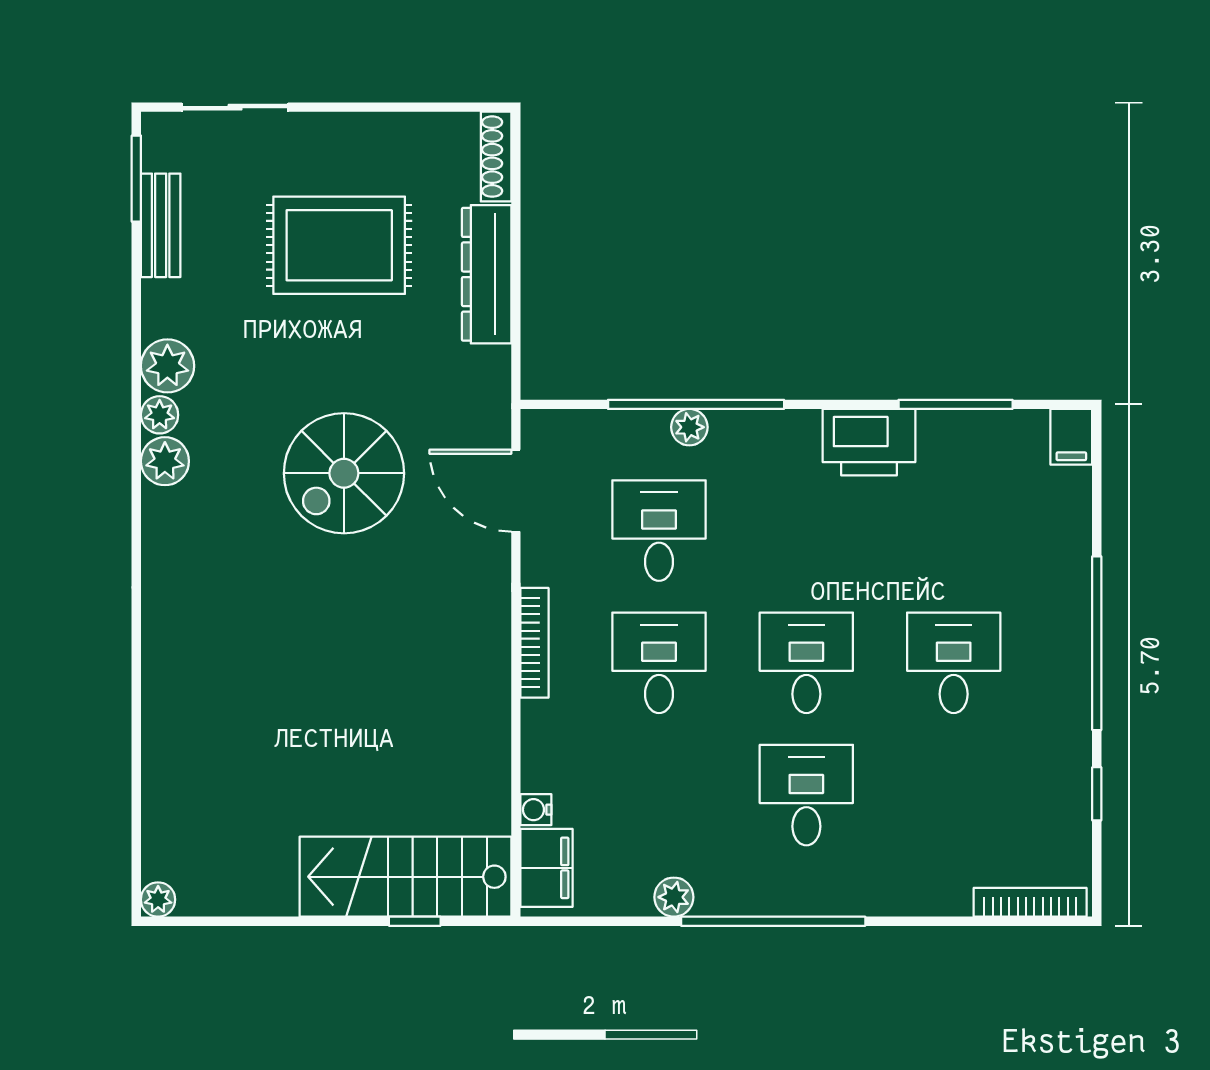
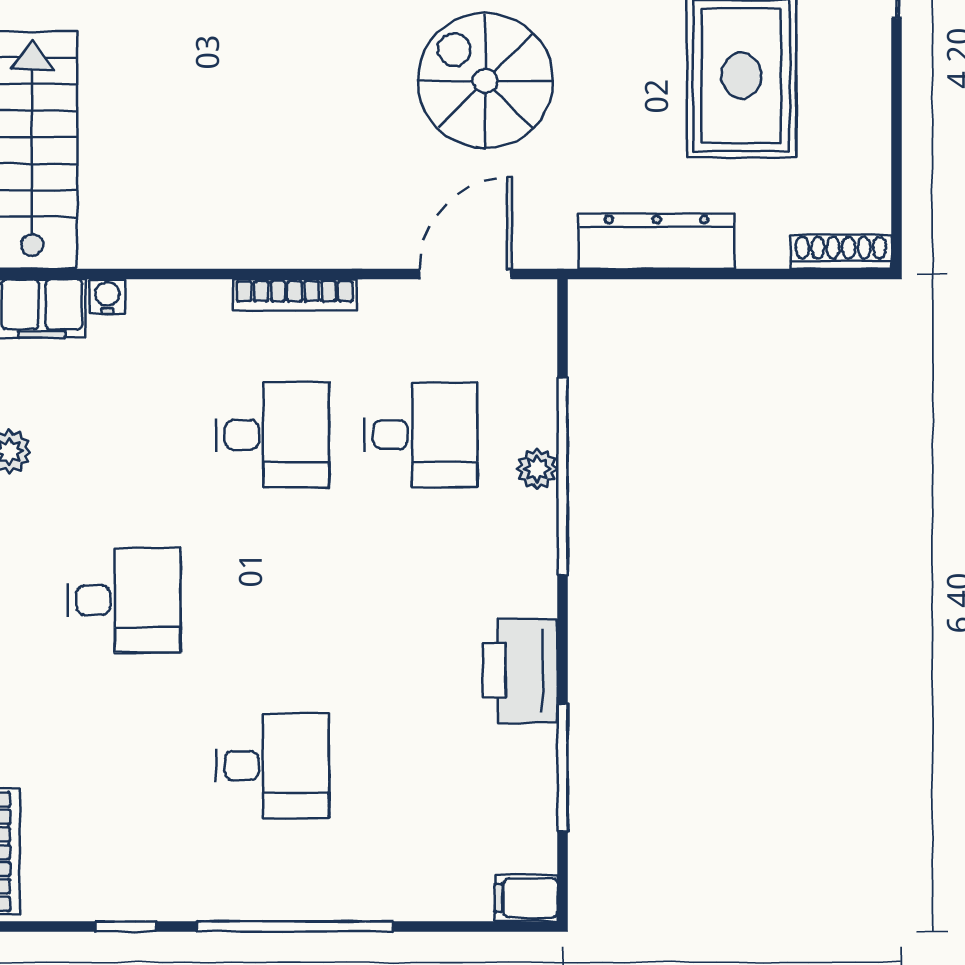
dresser: (487, 274) -> (657, 241), moved
desk: (806, 663) -> (272, 600), removed

